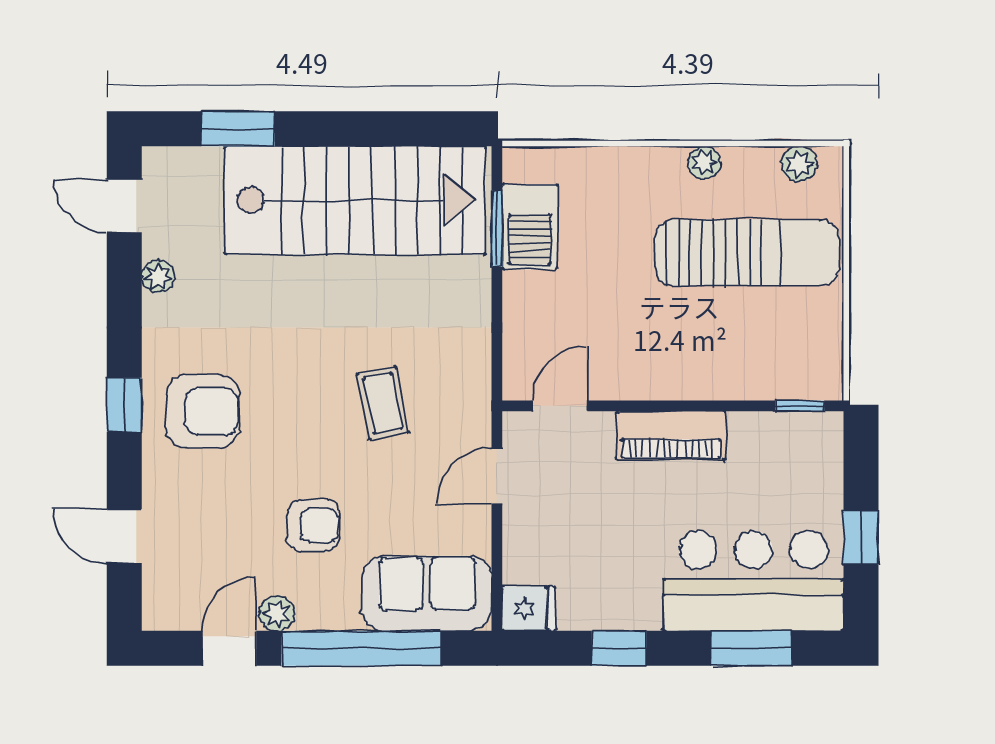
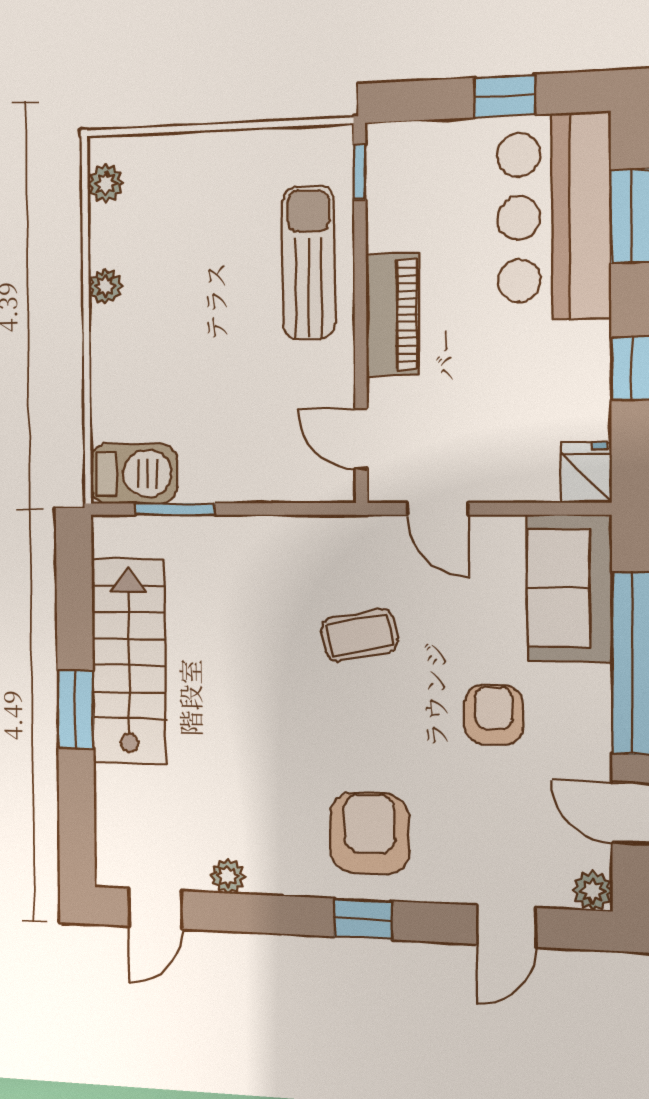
window: (238, 129) -> (75, 709), moved
stairs: (355, 200) -> (129, 661), width x0.73, depth x0.66
barbecue: (530, 227) -> (134, 474), moved
sun lounger: (747, 253) -> (309, 262), moved, width x0.73, depth x0.75
plant: (277, 613) -> (593, 891), moved

